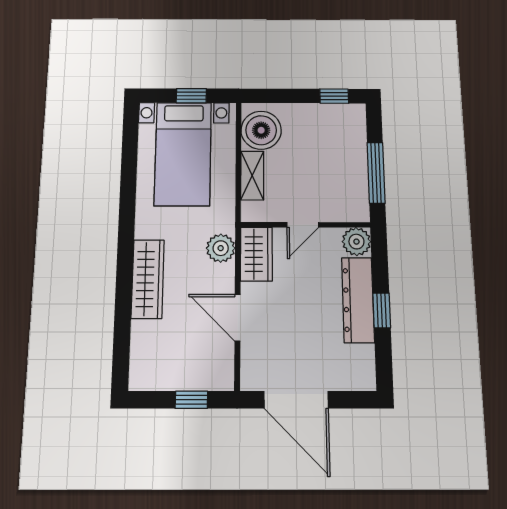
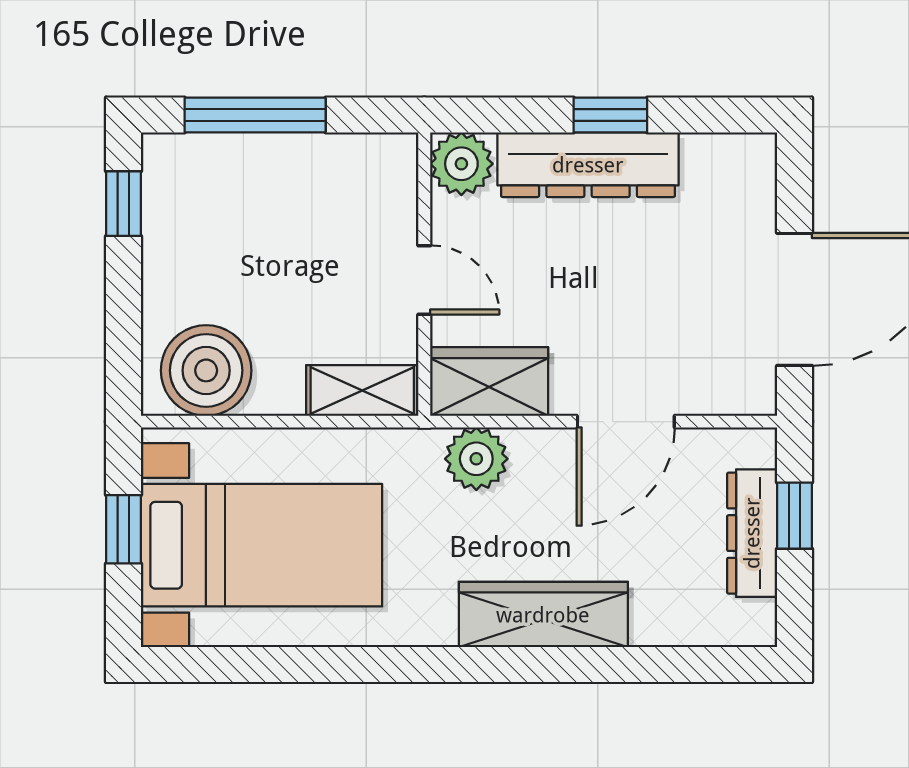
window: (376, 173) -> (255, 115), moved
shelving: (252, 175) -> (362, 391), moved
dresser: (183, 379) -> (752, 533), added

